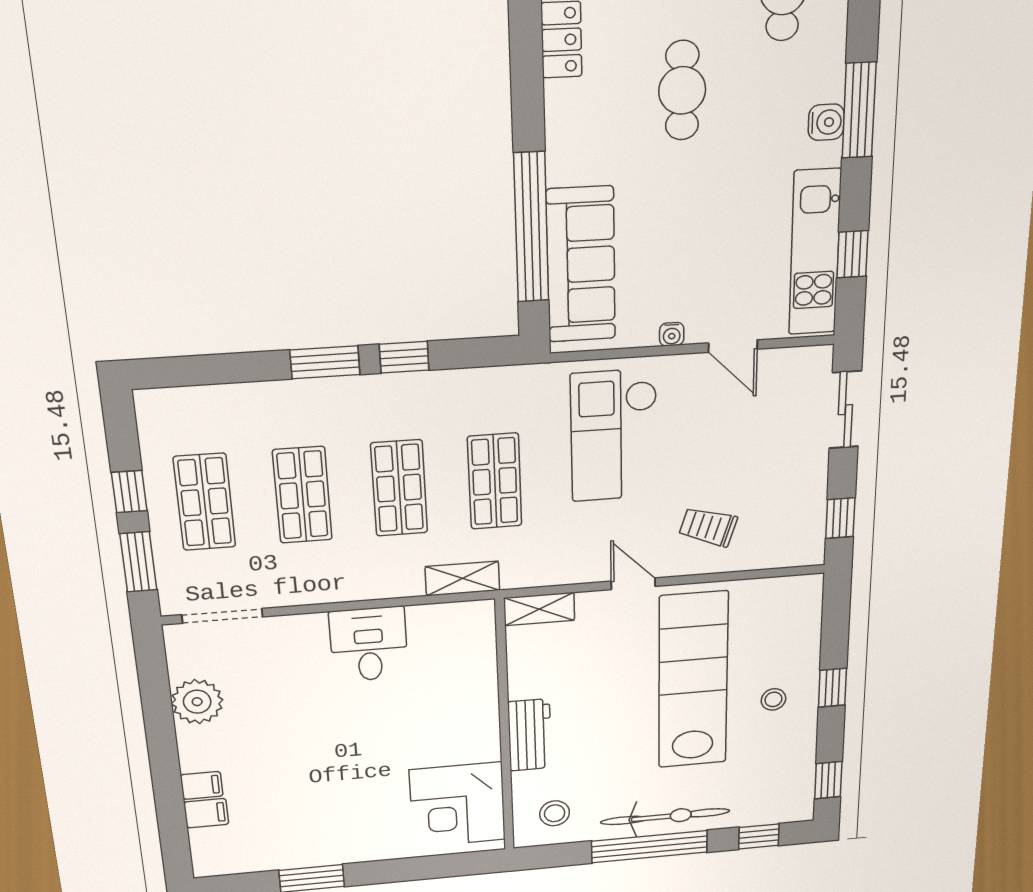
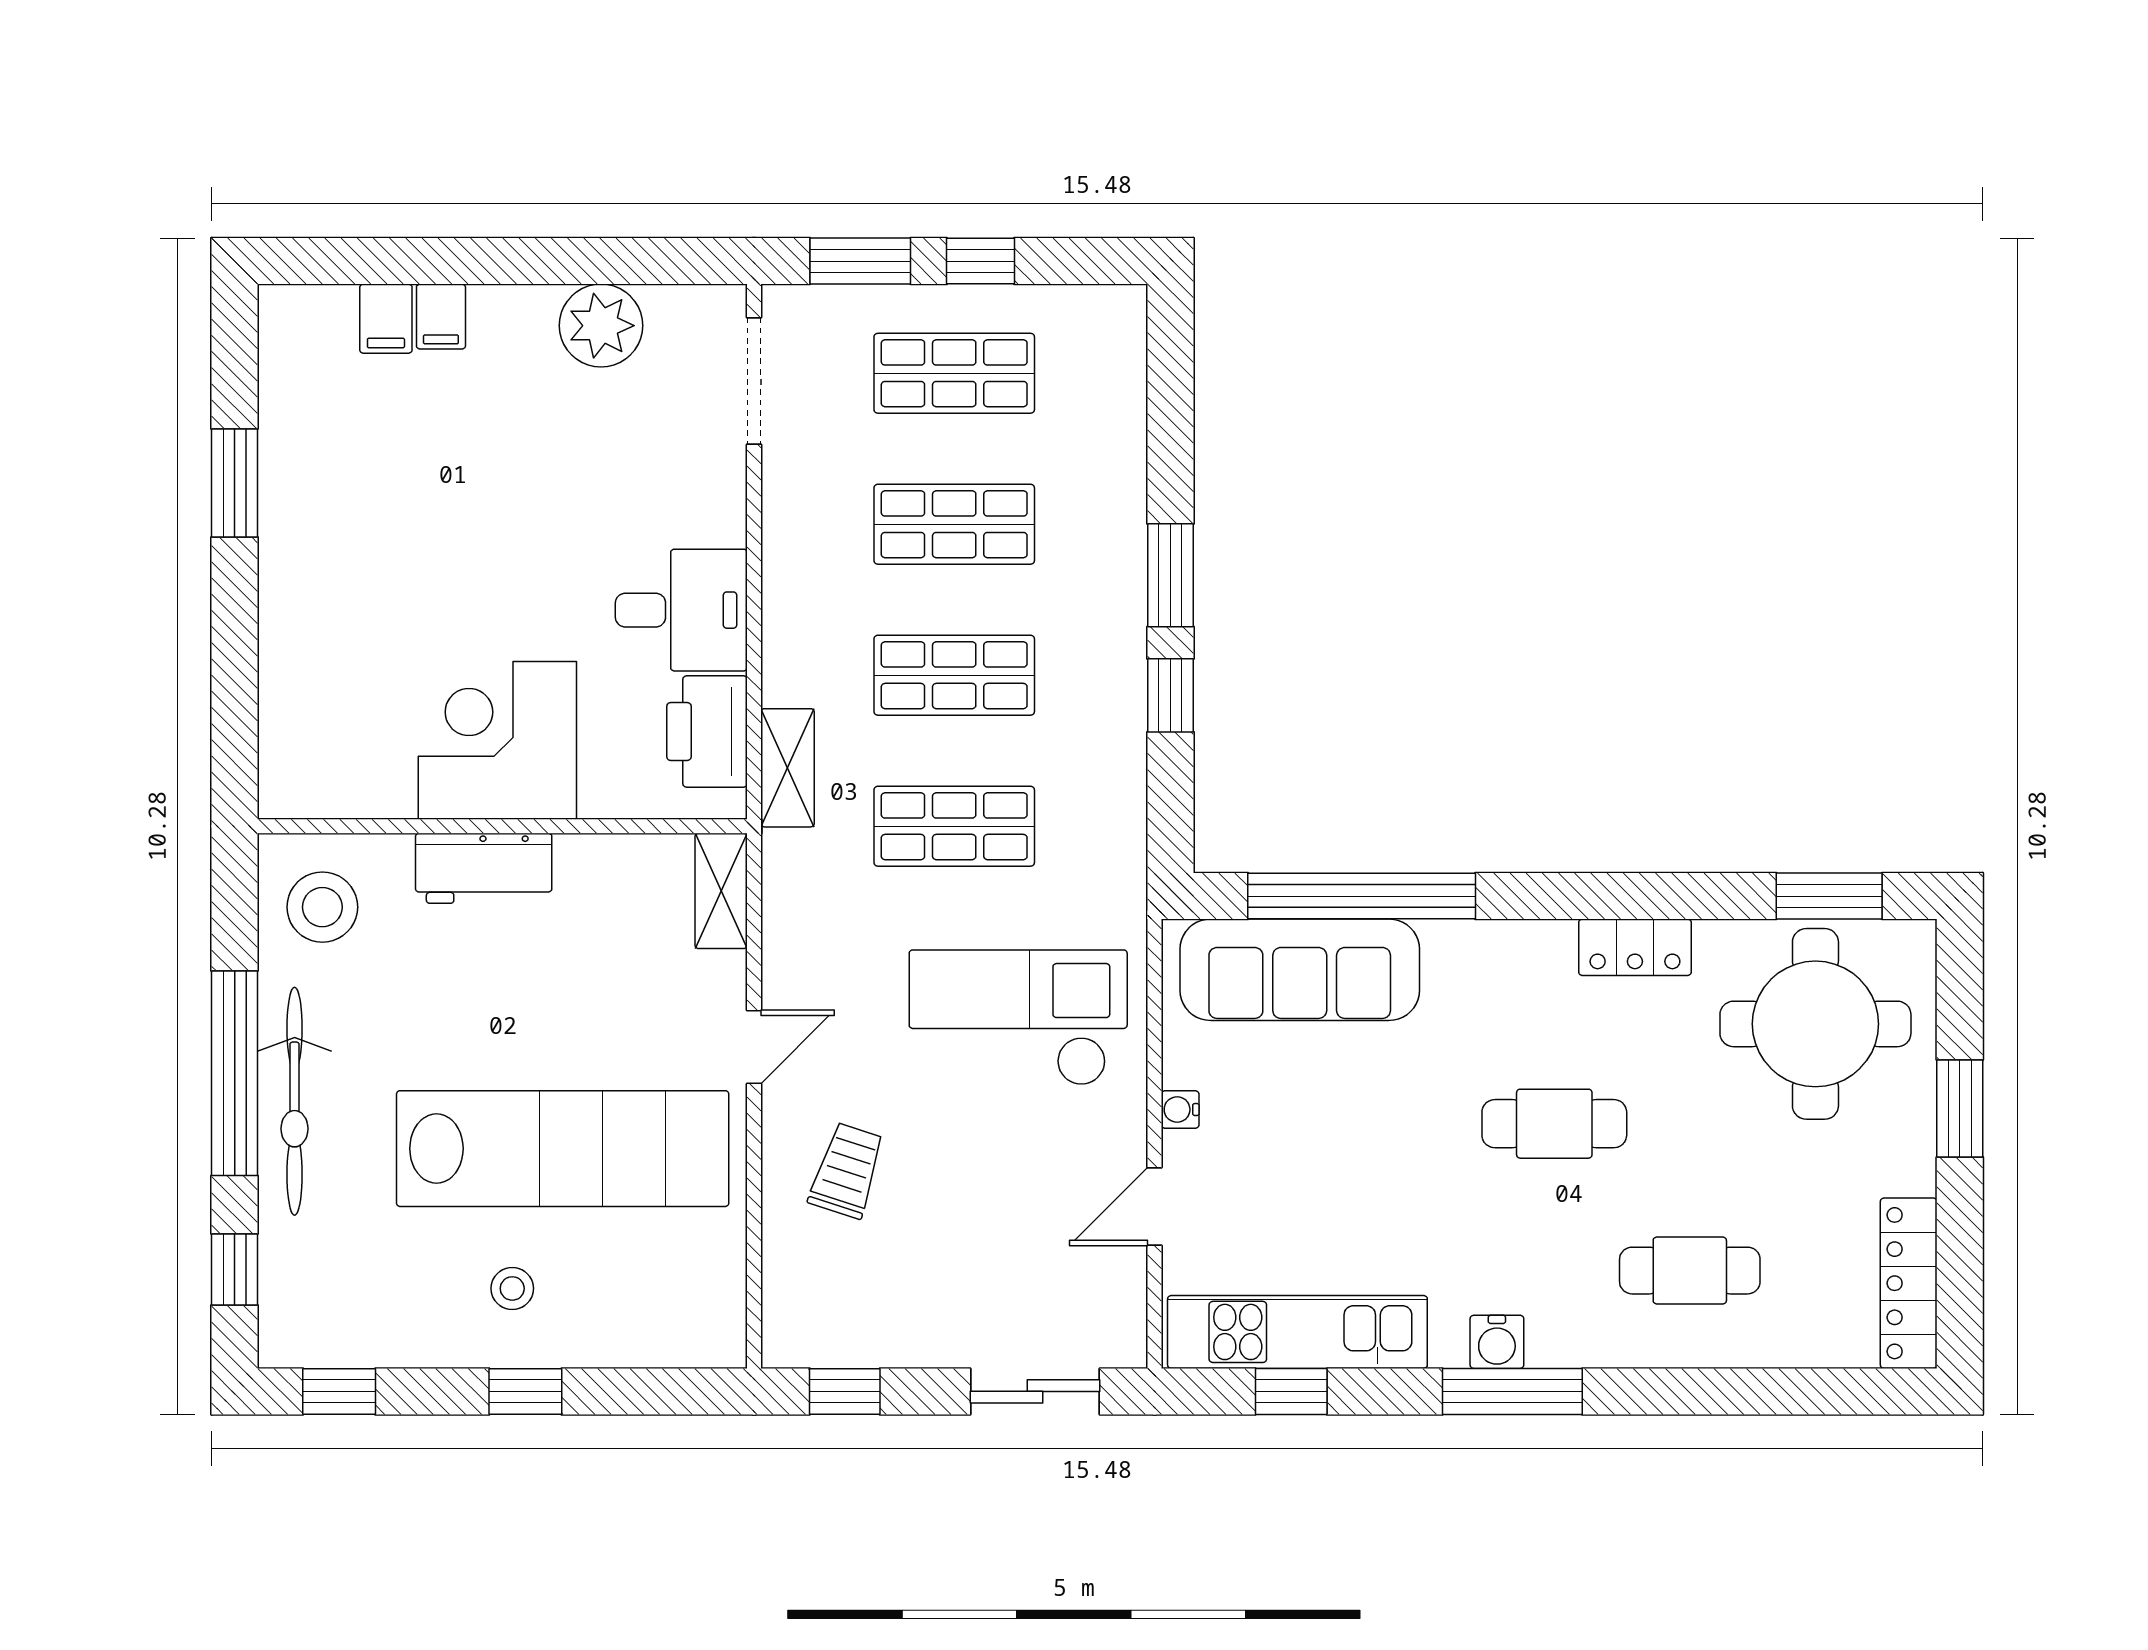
printer: (442, 624) -> (707, 731), added
corner desk: (458, 805) -> (497, 740), moved
stool: (555, 813) -> (322, 907), width x1.38, depth x1.38

